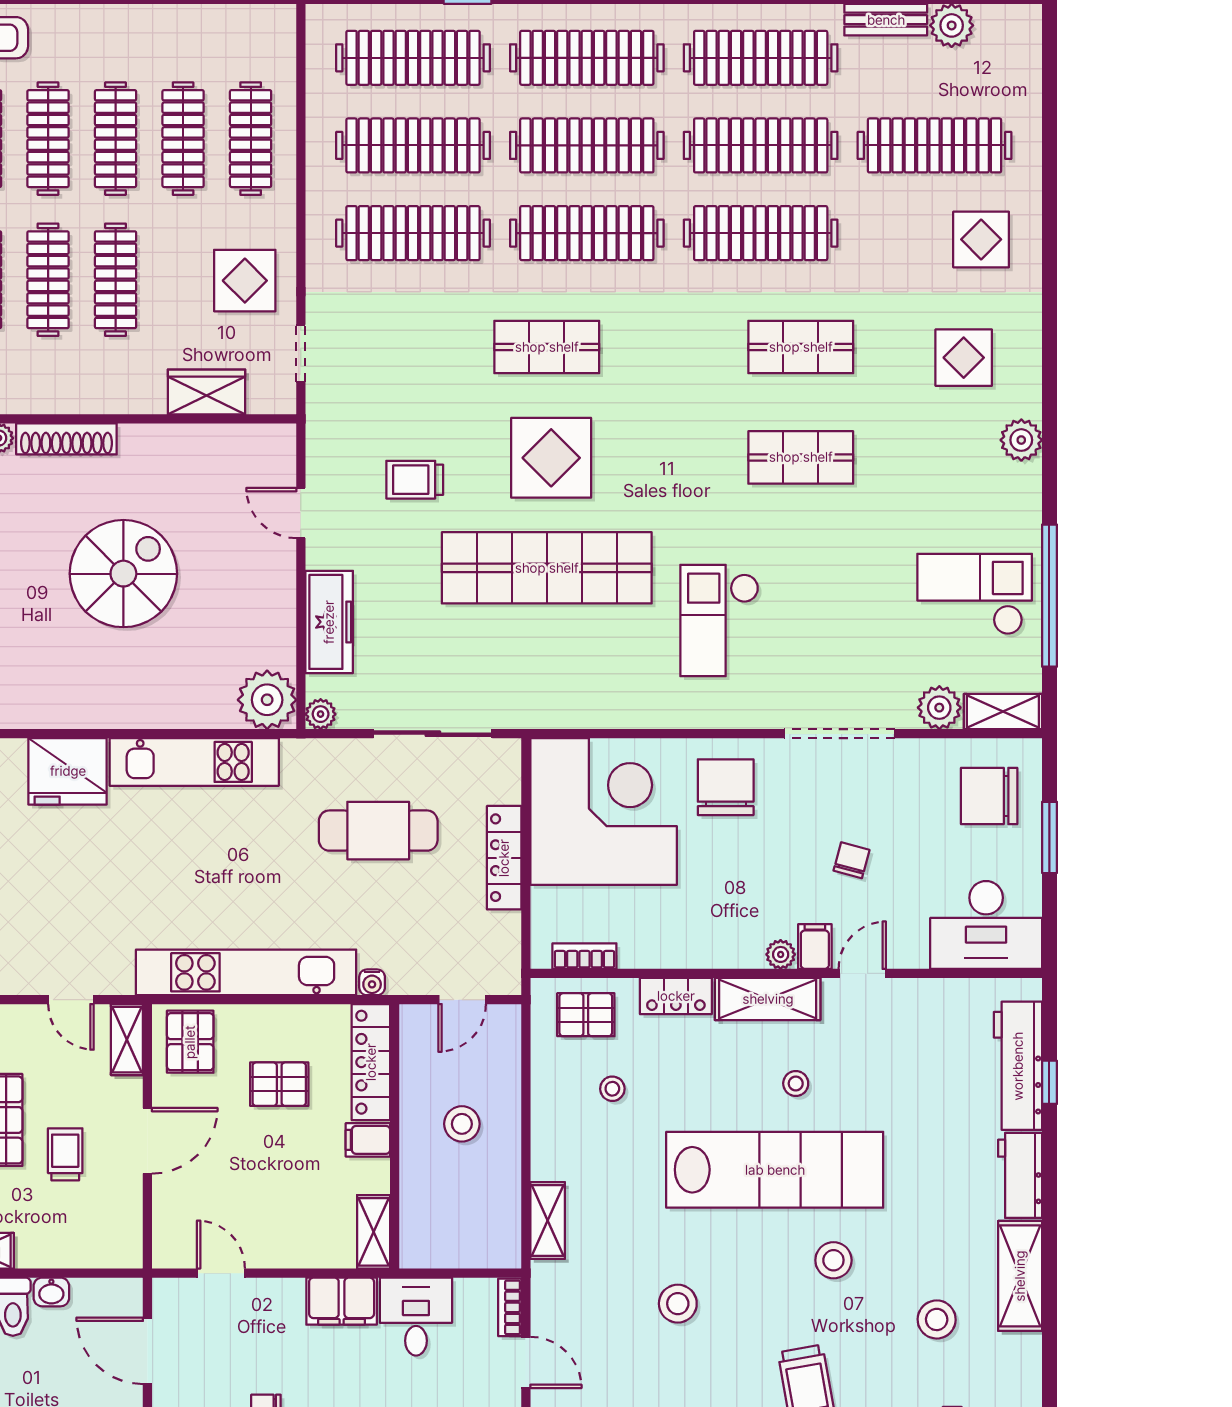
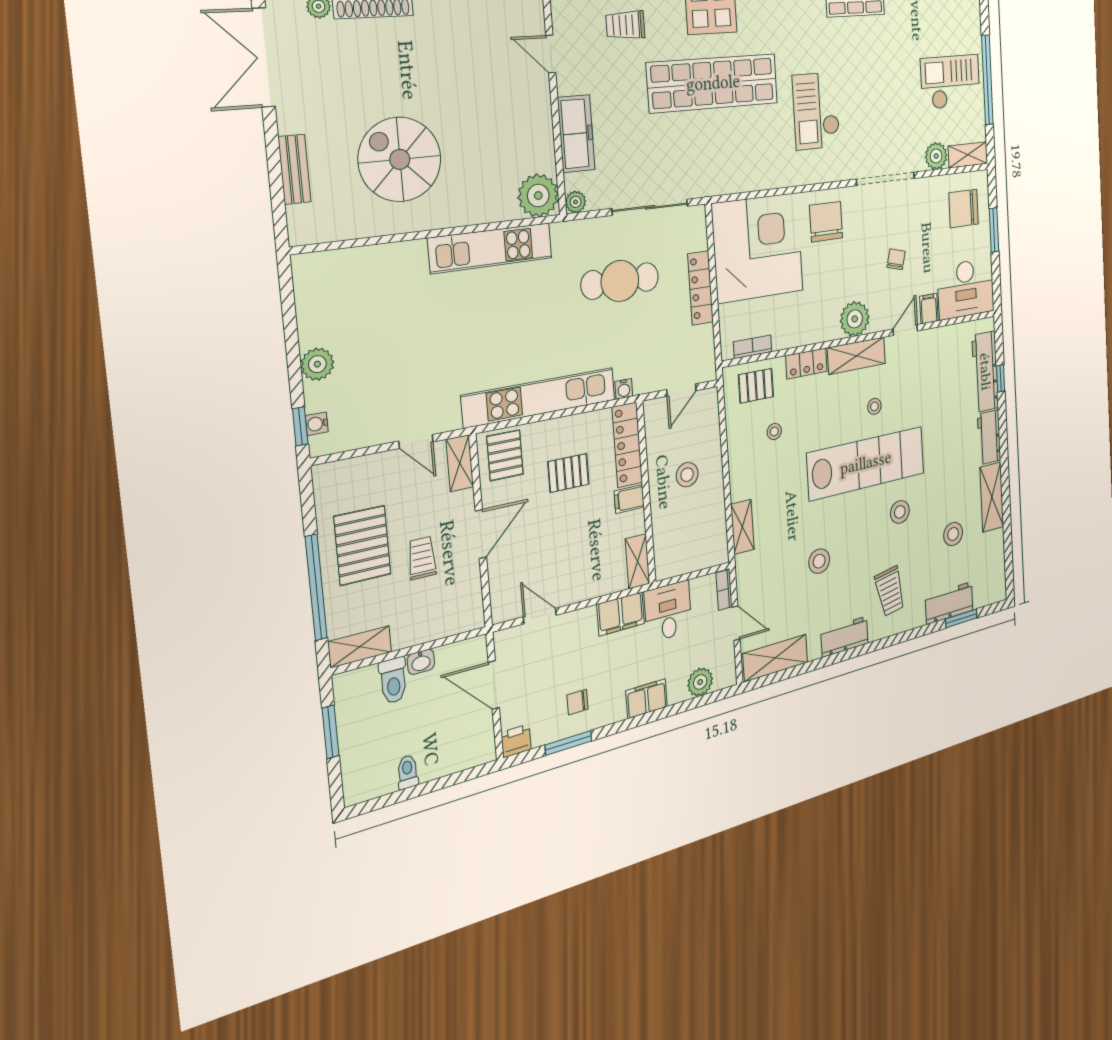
spiral stairs: (123, 574) -> (400, 159), moved, turned -90
fridge: (68, 771) -> (398, 268), removed
filing cabinet: (815, 947) -> (929, 309), moved
plant: (781, 954) -> (855, 319), width x1.87, depth x1.87

